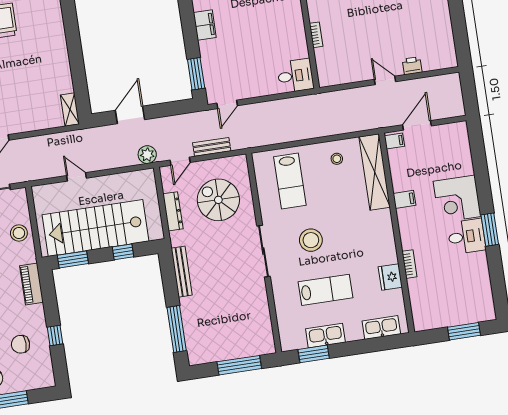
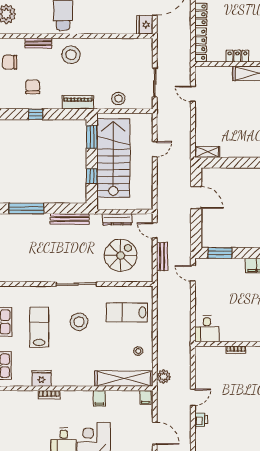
door: (417, 125) -> (155, 433), moved
plant: (147, 155) -> (164, 377), moved
lab bench: (326, 290) -> (39, 327), turned 180

